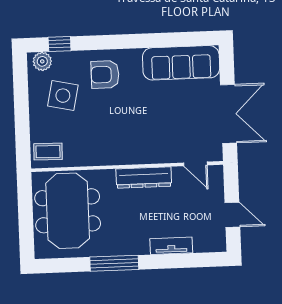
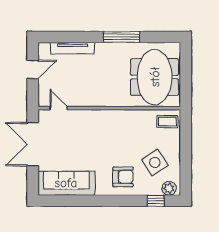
side table: (63, 96) -> (155, 162), turned 45
dresser: (144, 178) -> (97, 99), removed
door: (232, 215) -> (33, 69), swing flipped
tv unit: (171, 246) -> (72, 48), width x1.41

